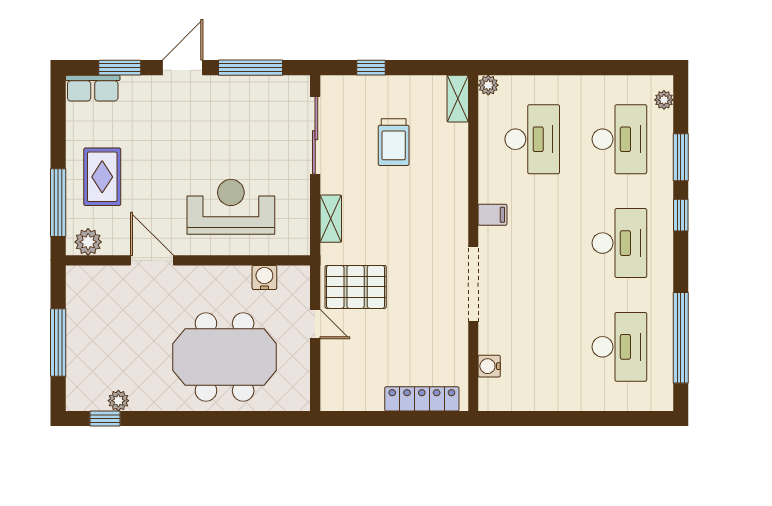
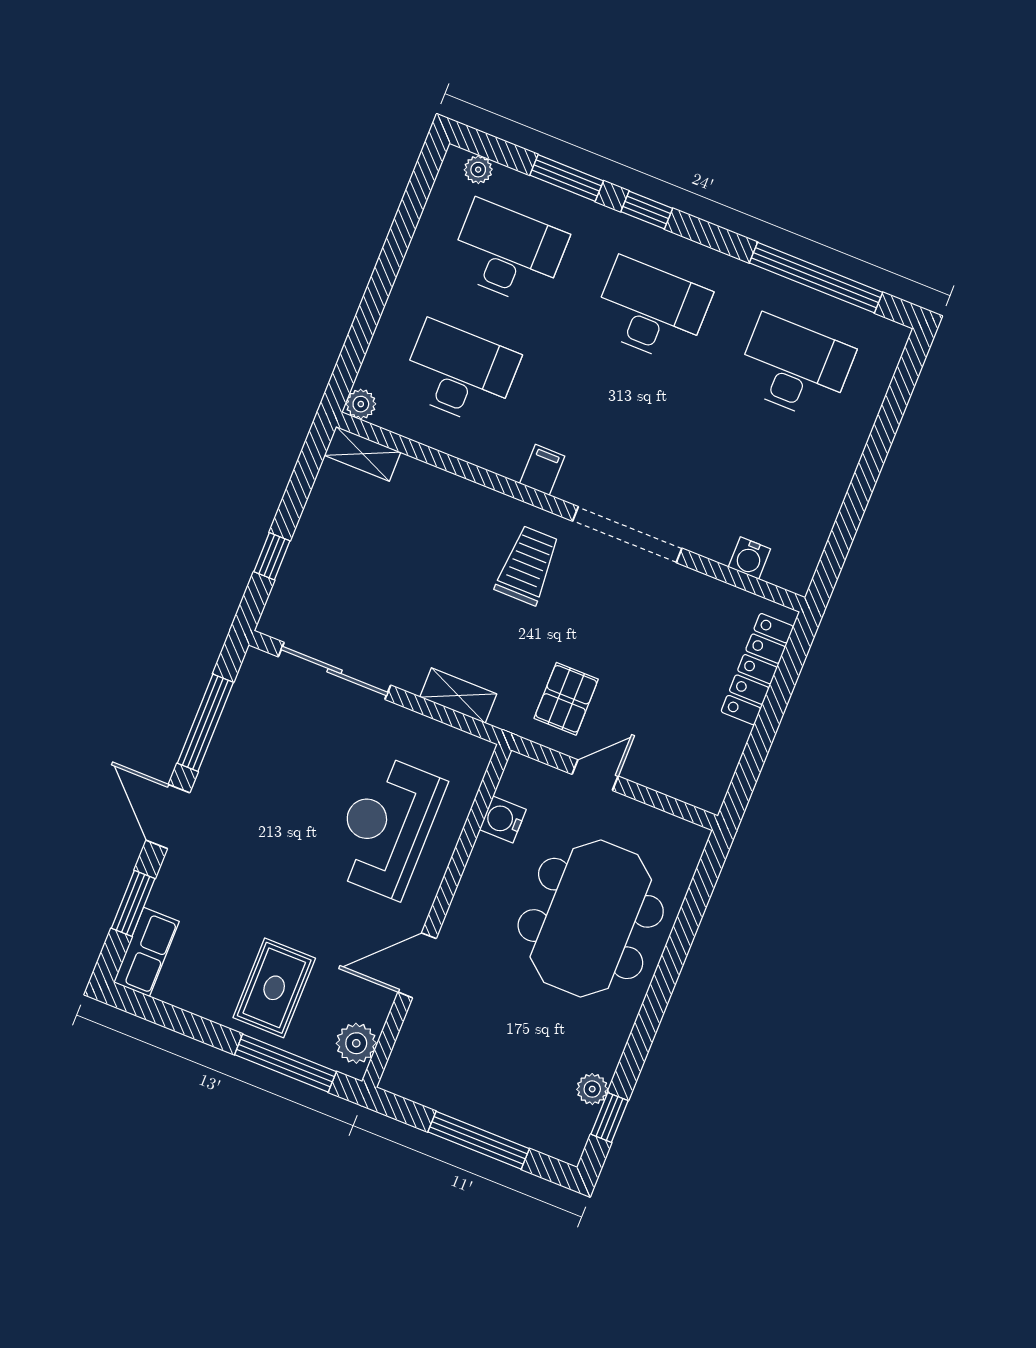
trolley: (394, 142) -> (528, 565), moved, turned -90
rug: (102, 177) -> (274, 988), turned 90
pallet: (356, 287) -> (566, 699), width x0.67, depth x0.71

